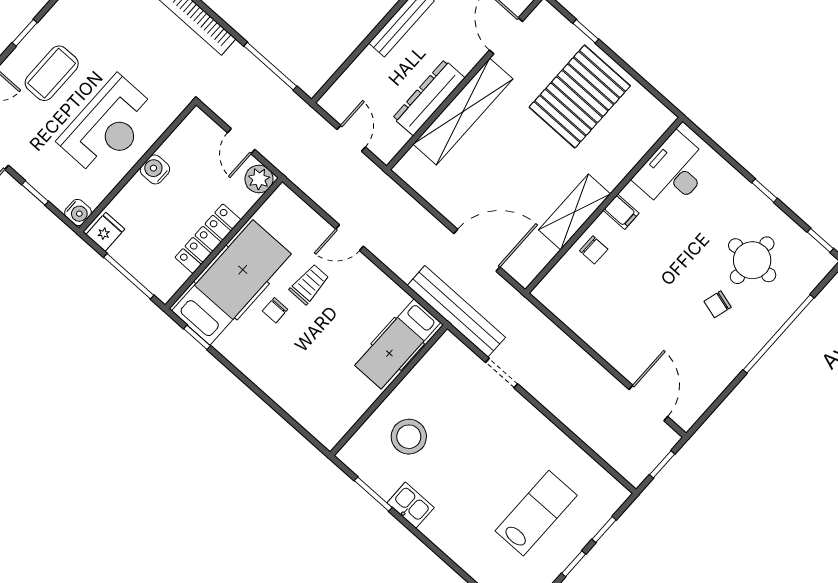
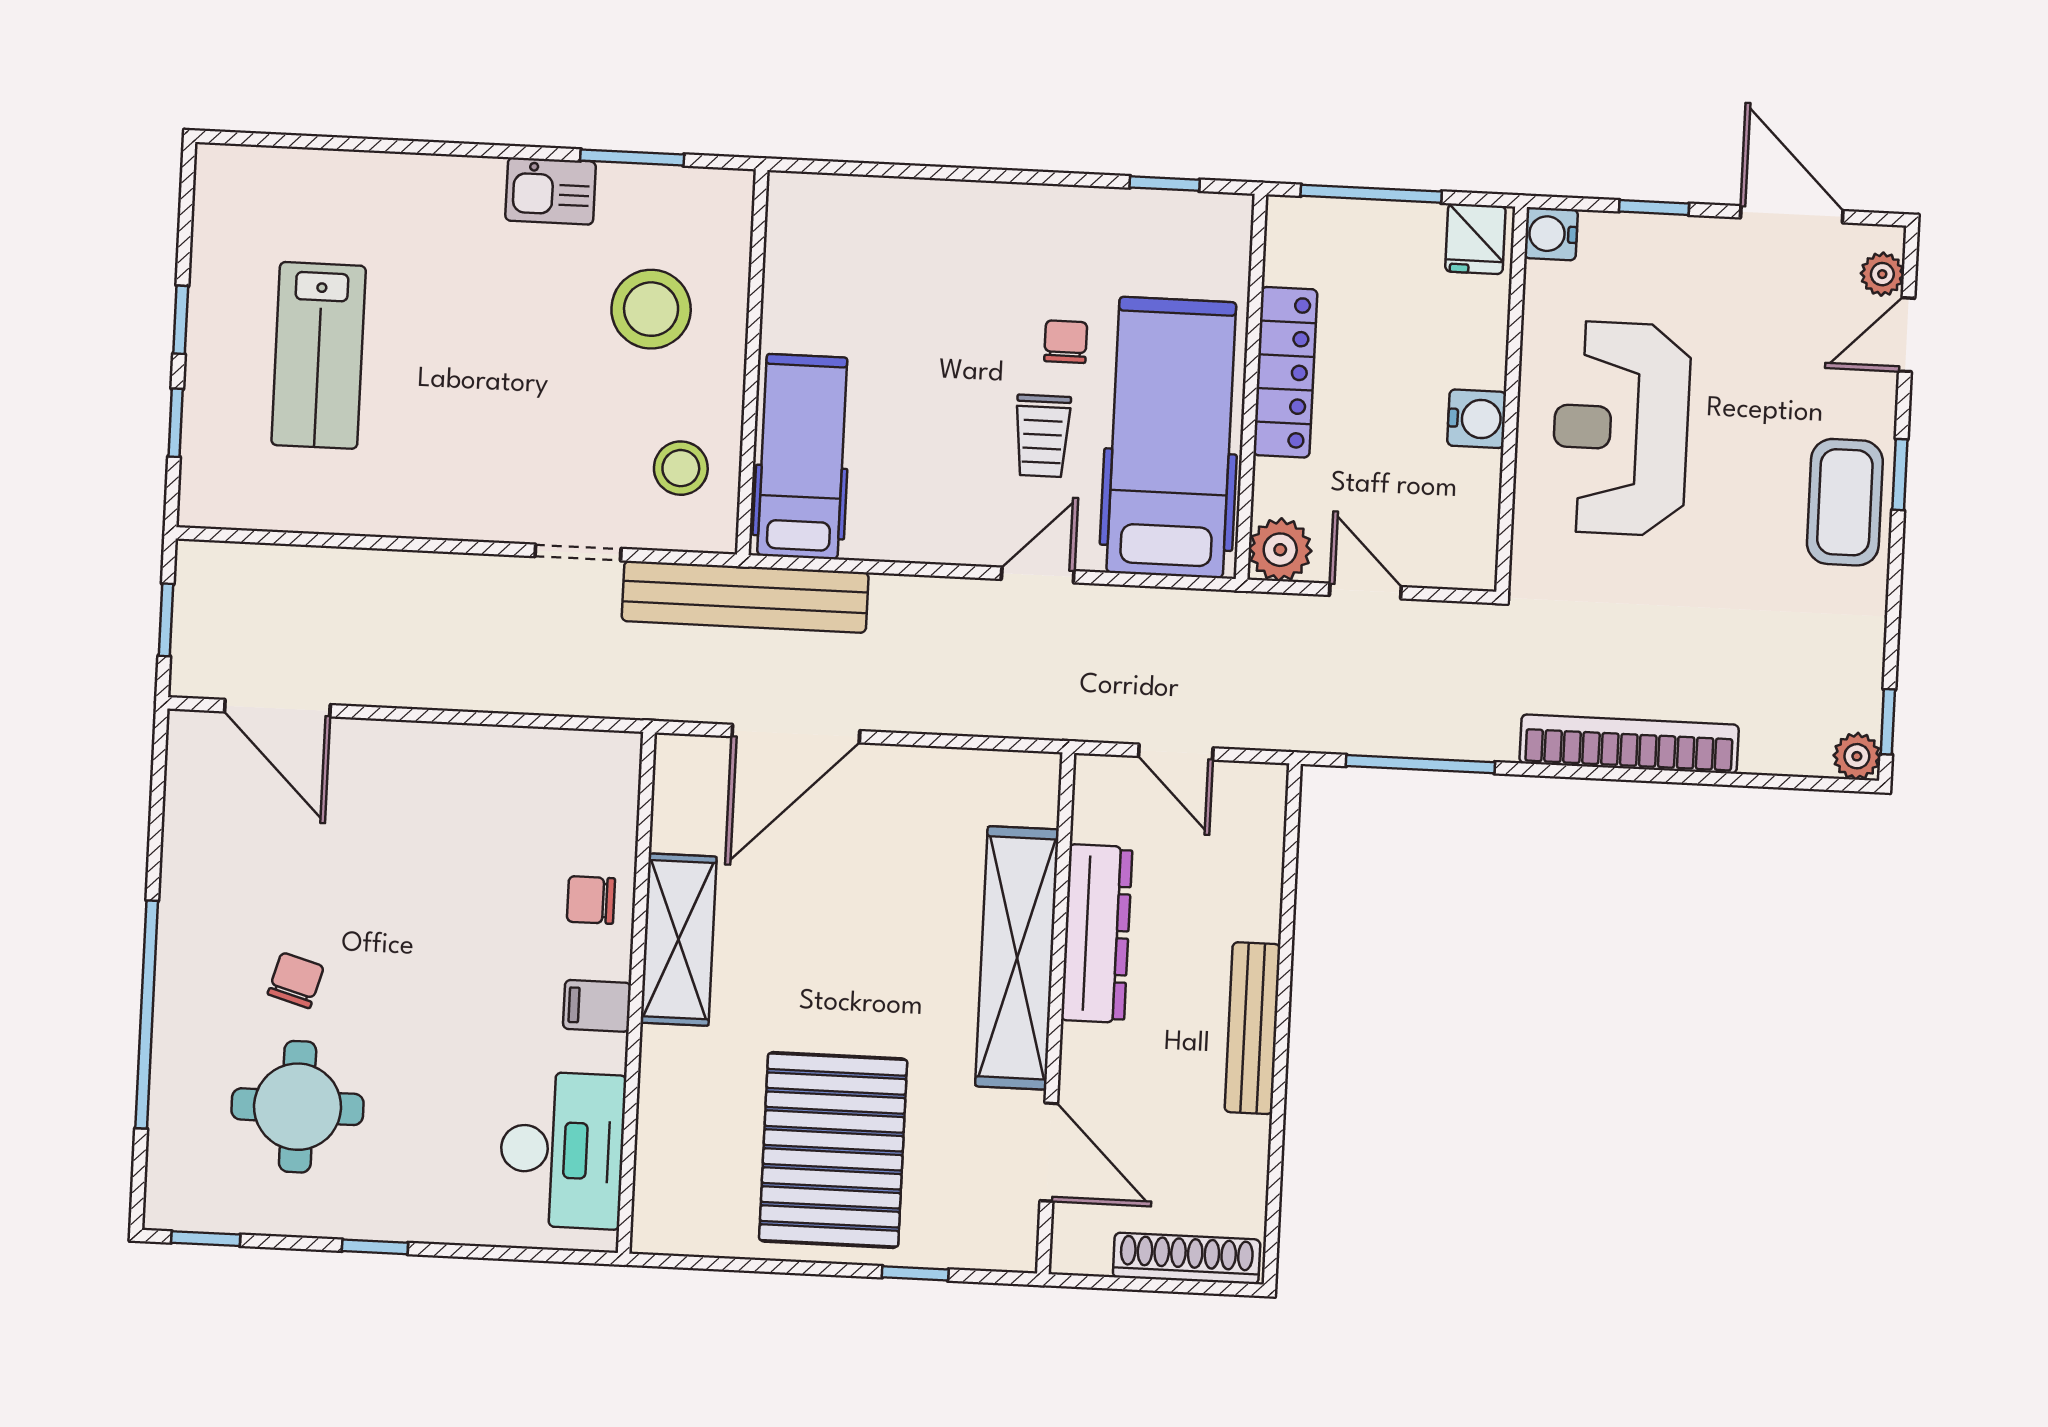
coffee table: (52, 73) -> (1845, 502), moved
hospital bed: (231, 282) -> (1171, 437), moved, turned 180
stool: (443, 374) -> (681, 468), added

